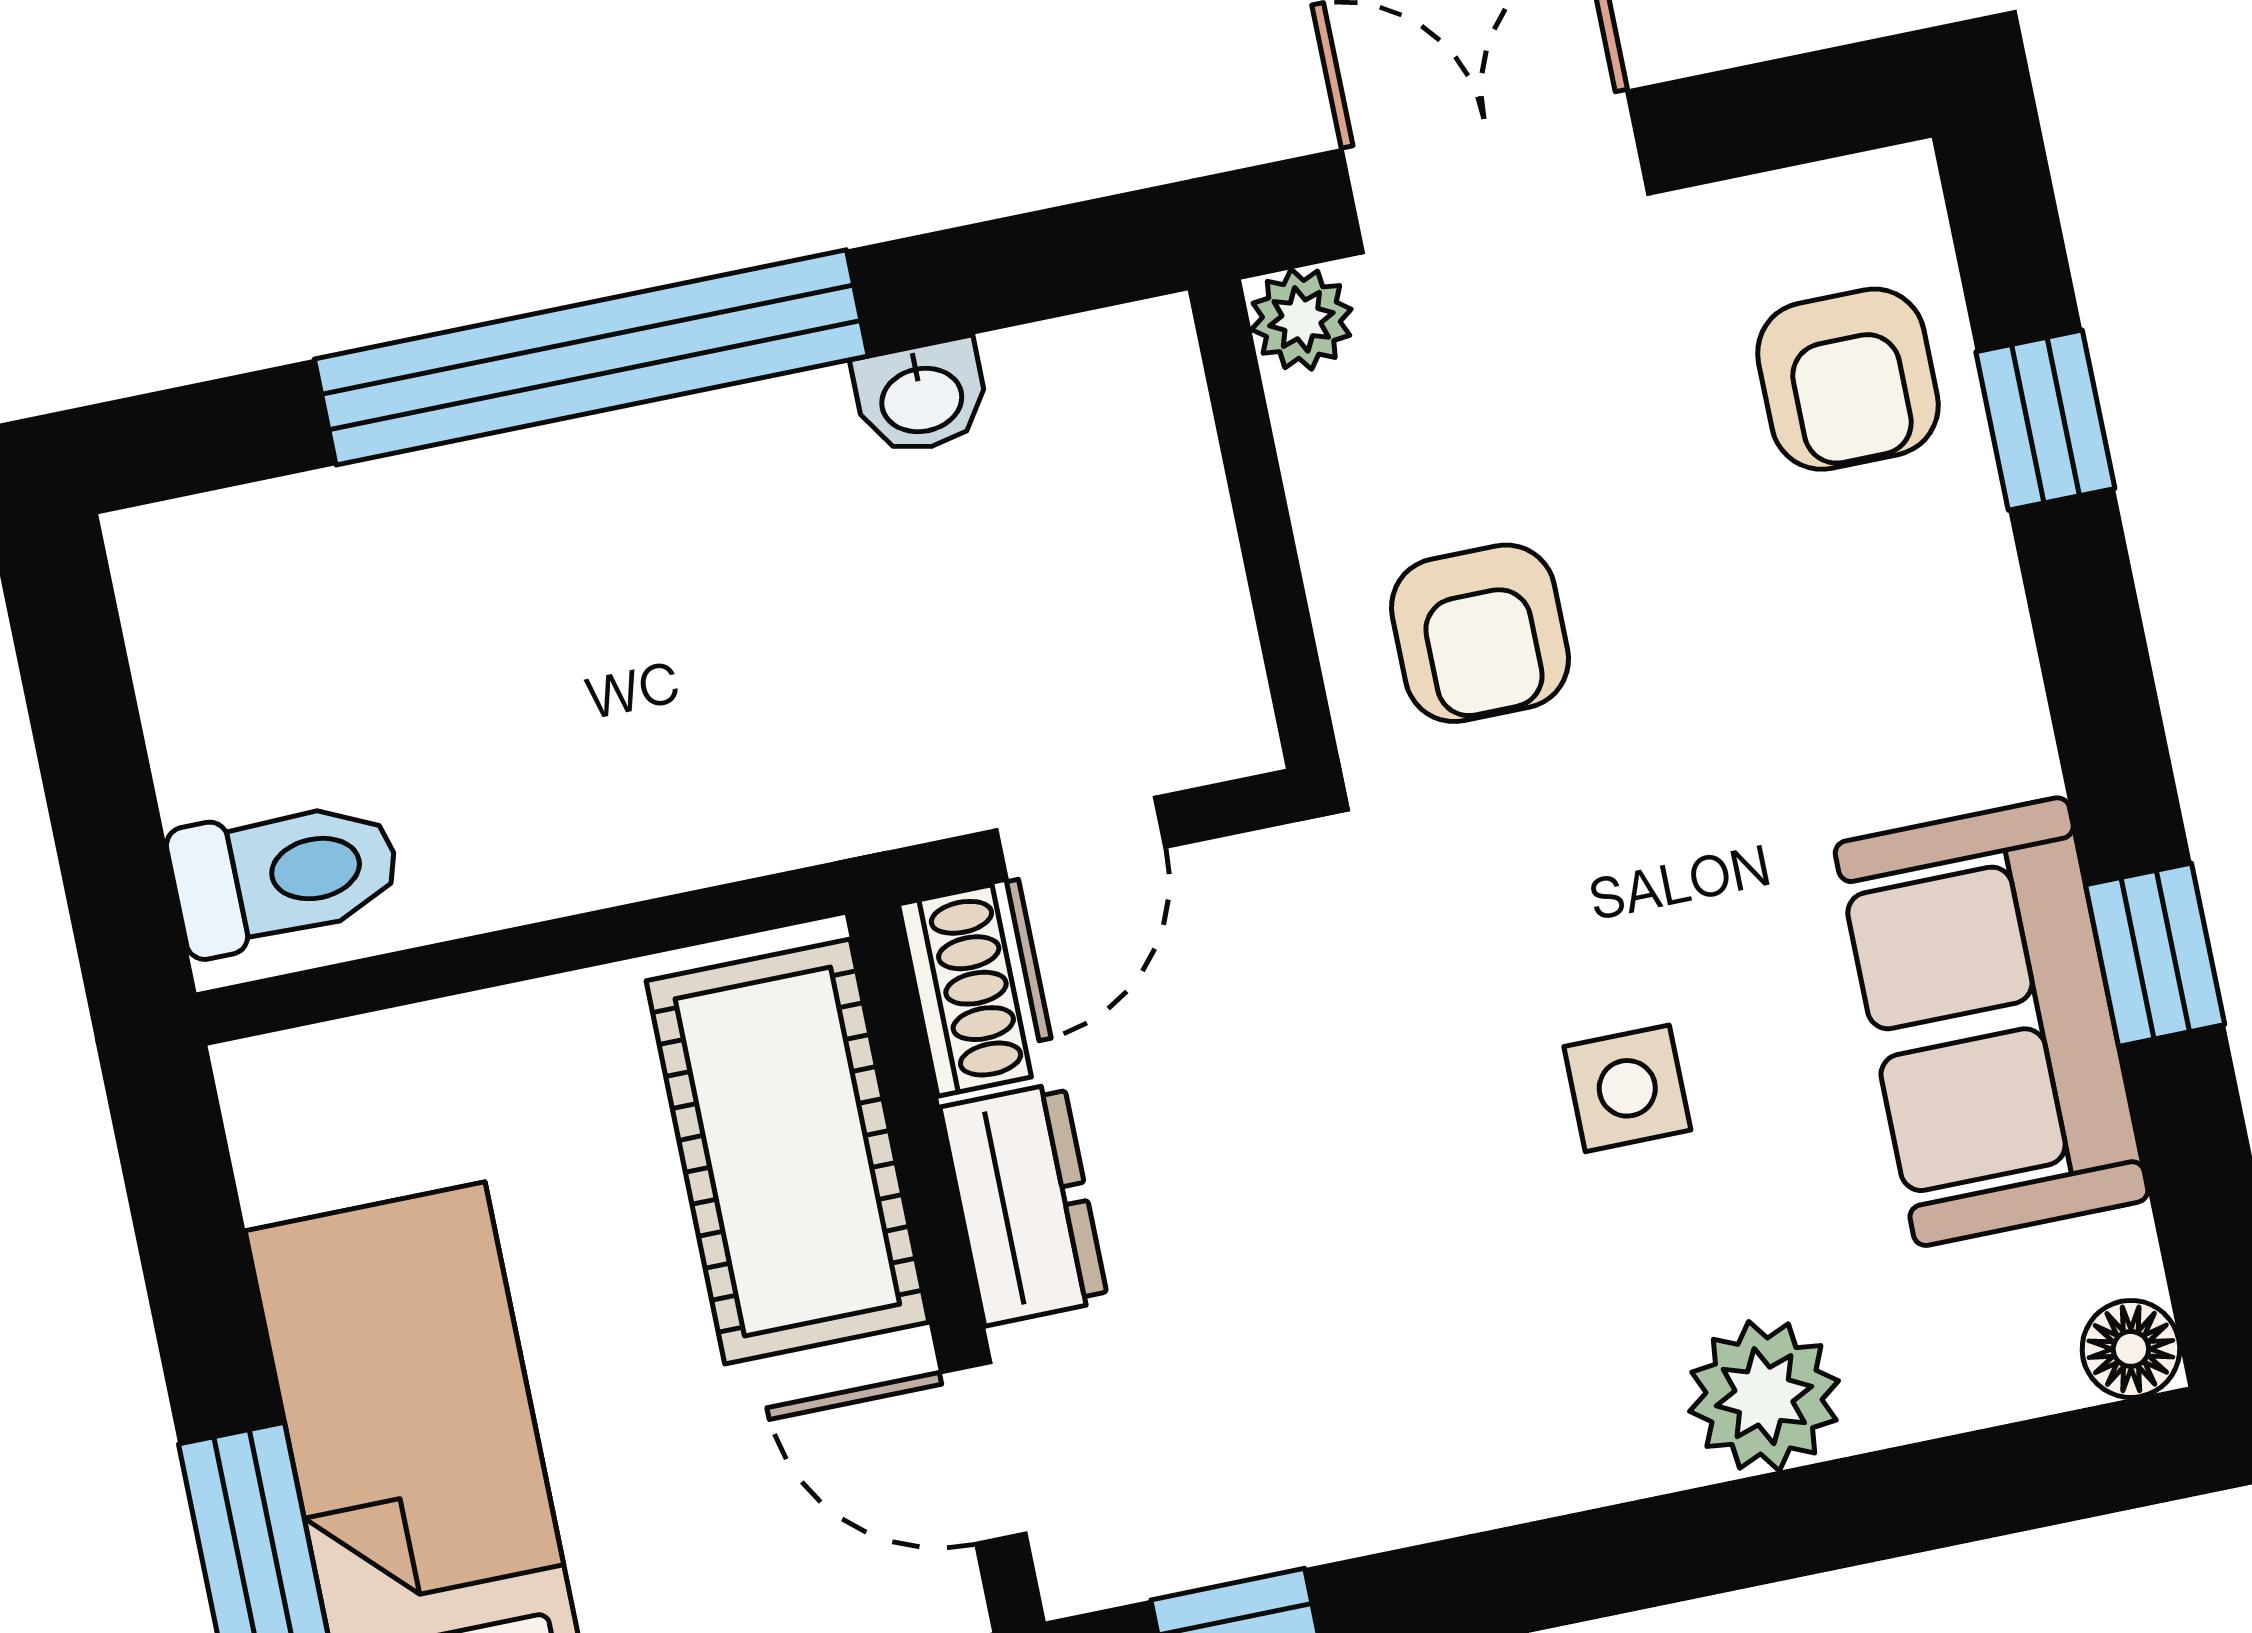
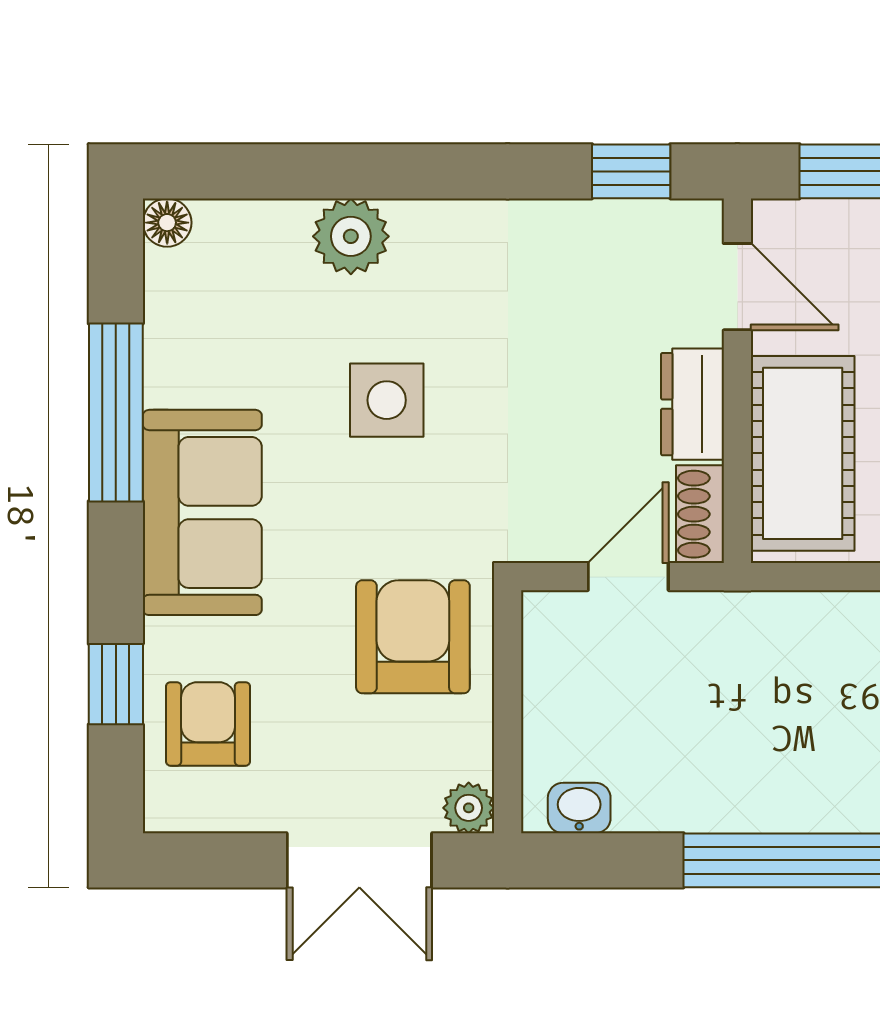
washbasin: (921, 397) -> (579, 808), moved
armchair: (1480, 633) -> (413, 637), width x1.38, depth x1.38
window: (2155, 955) -> (116, 412), width x2.17
sofa: (1992, 1022) -> (202, 512), moved
side table: (1627, 1088) -> (387, 400), width x1.37, depth x1.37

